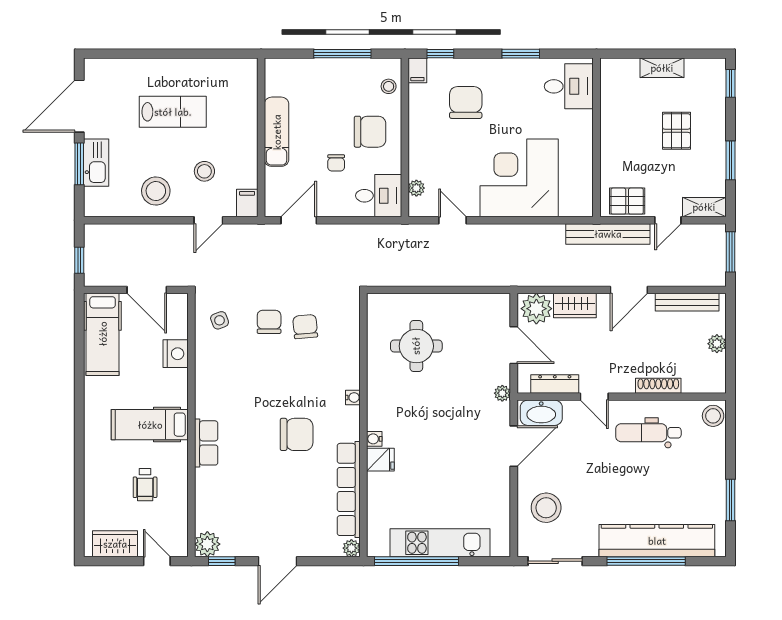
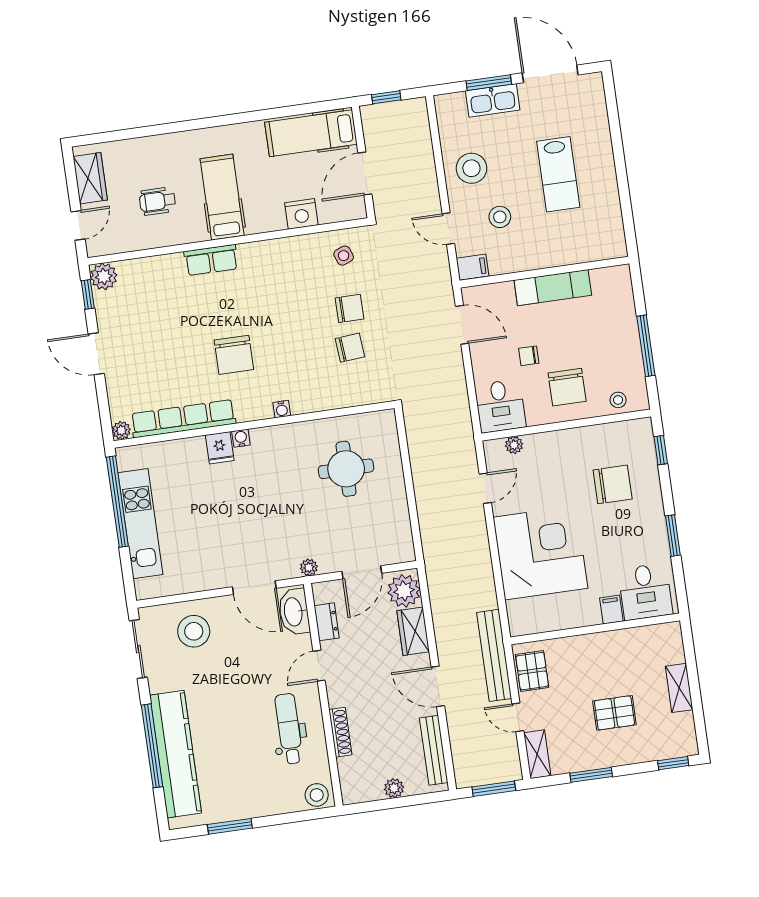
filing cabinet: (417, 70) -> (611, 610), moved, turned 90
dresser: (555, 384) -> (327, 622), width x0.70

